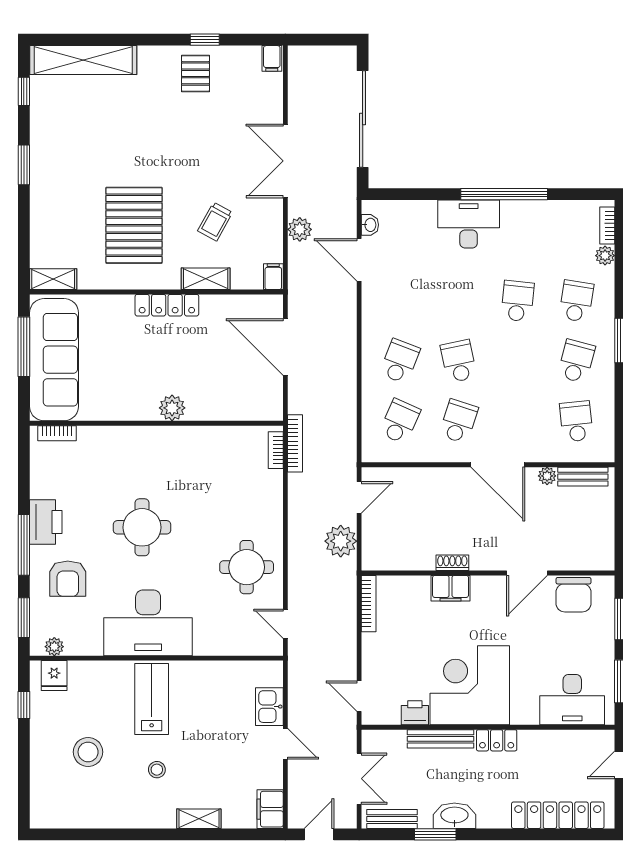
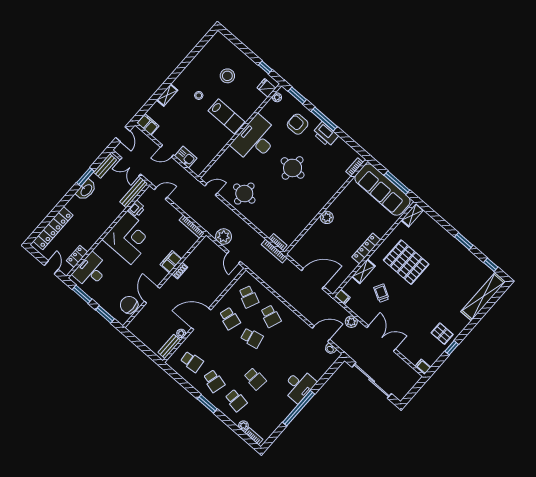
bench: (440, 739) -> (134, 193), moved
locker: (497, 740) -> (77, 256), moved

